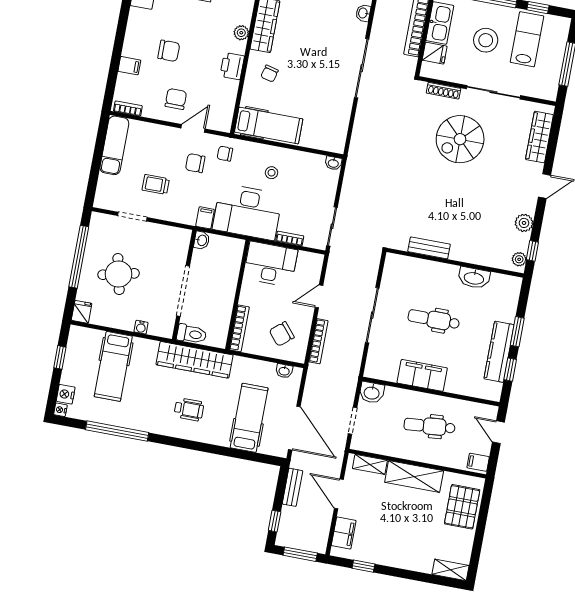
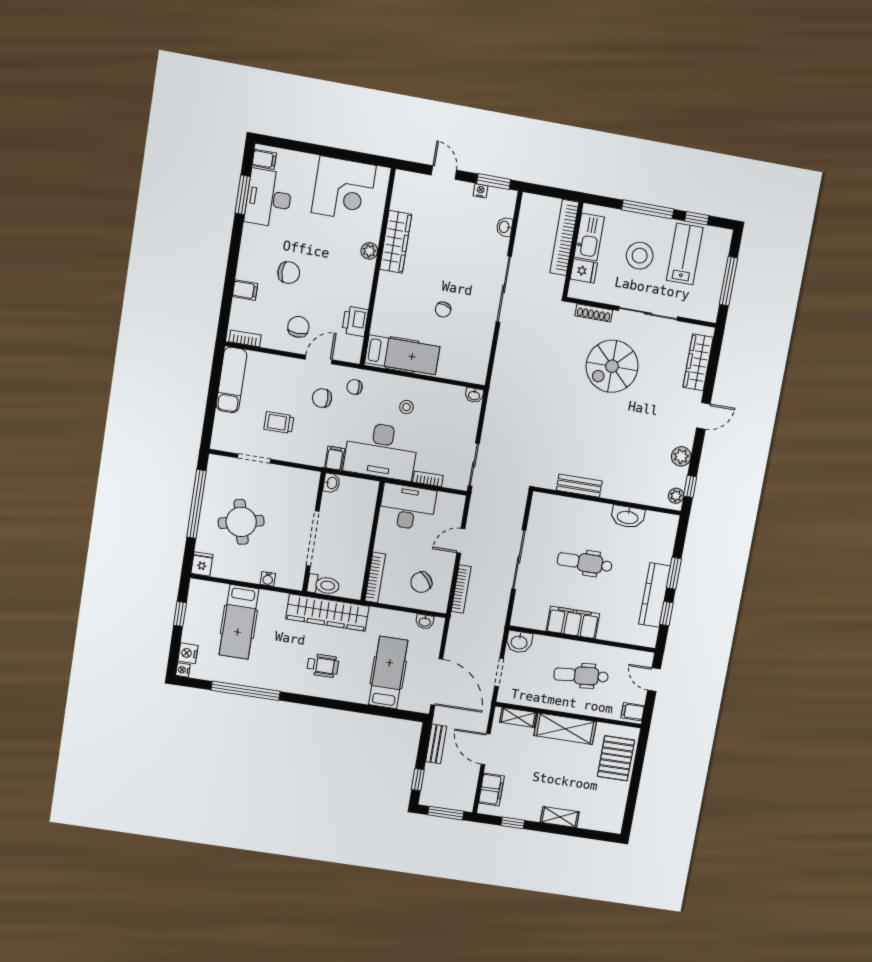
printer: (232, 66) -> (355, 321), moved
chair: (269, 74) -> (443, 310), moved
shelving: (450, 570) -> (560, 817), moved

